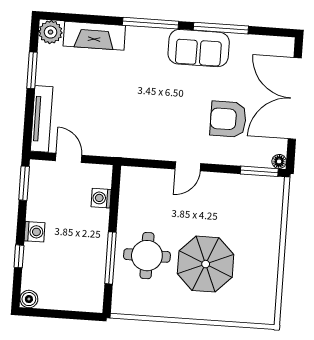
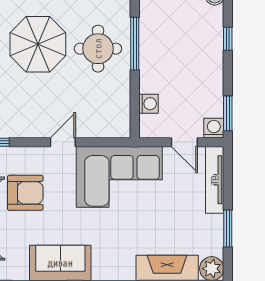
corner sofa: (135, 128) -> (119, 177), added
washing machine: (34, 232) -> (214, 128), moved, turned 90

